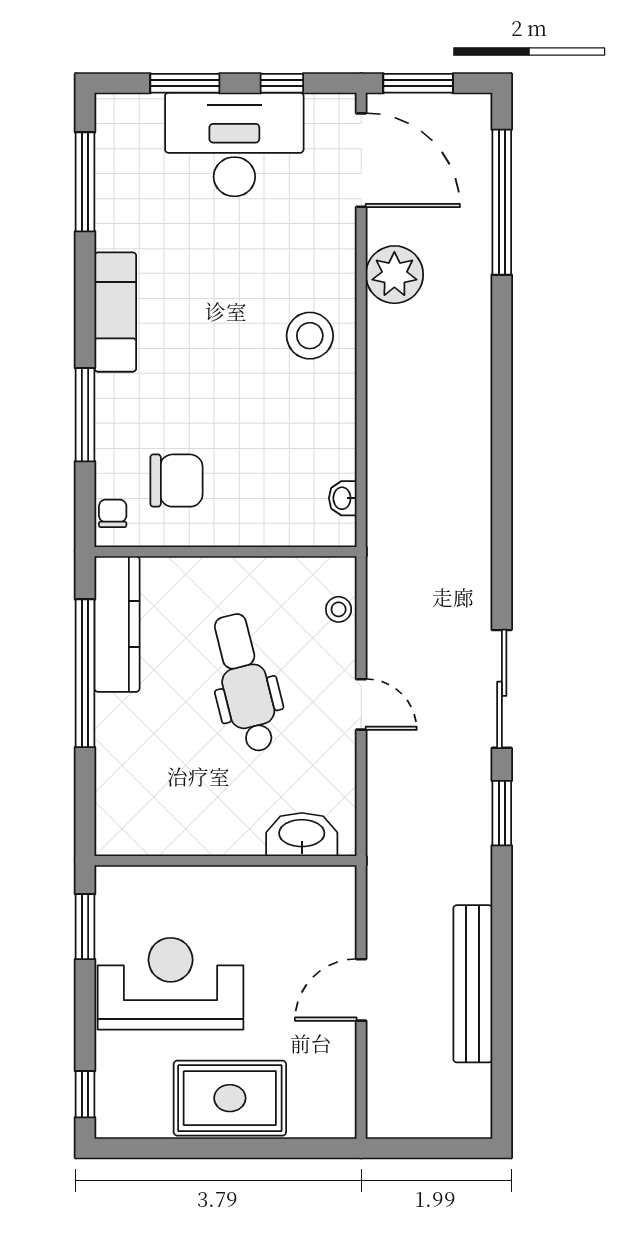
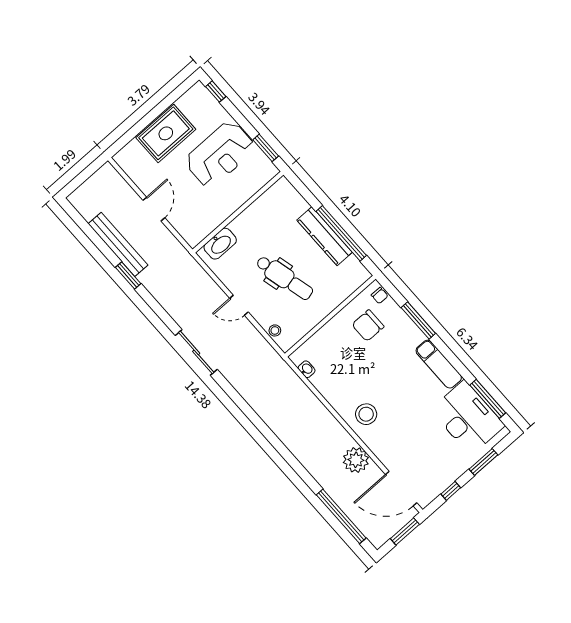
desk: (234, 145) -> (468, 418), moved, turned -90
kitchen counter: (117, 624) -> (325, 236), moved
window: (502, 813) -> (128, 276), moved

